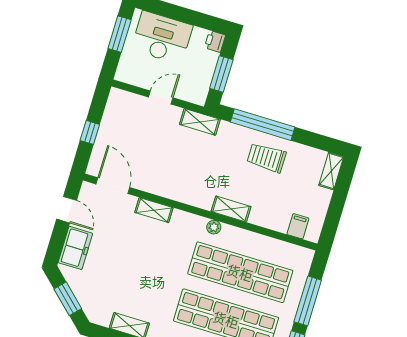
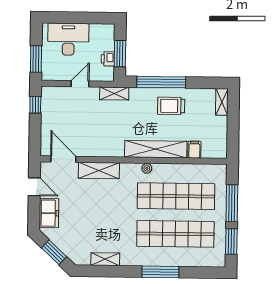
window: (120, 34) -> (36, 59), moved
printer: (215, 41) -> (108, 59), moved
window: (90, 132) -> (35, 105), moved
shelving: (231, 209) -> (156, 149), width x2.20, depth x1.33
shelving: (154, 210) -> (99, 171), width x1.50, depth x1.33
filing cabinet: (298, 226) -> (194, 150), moved

